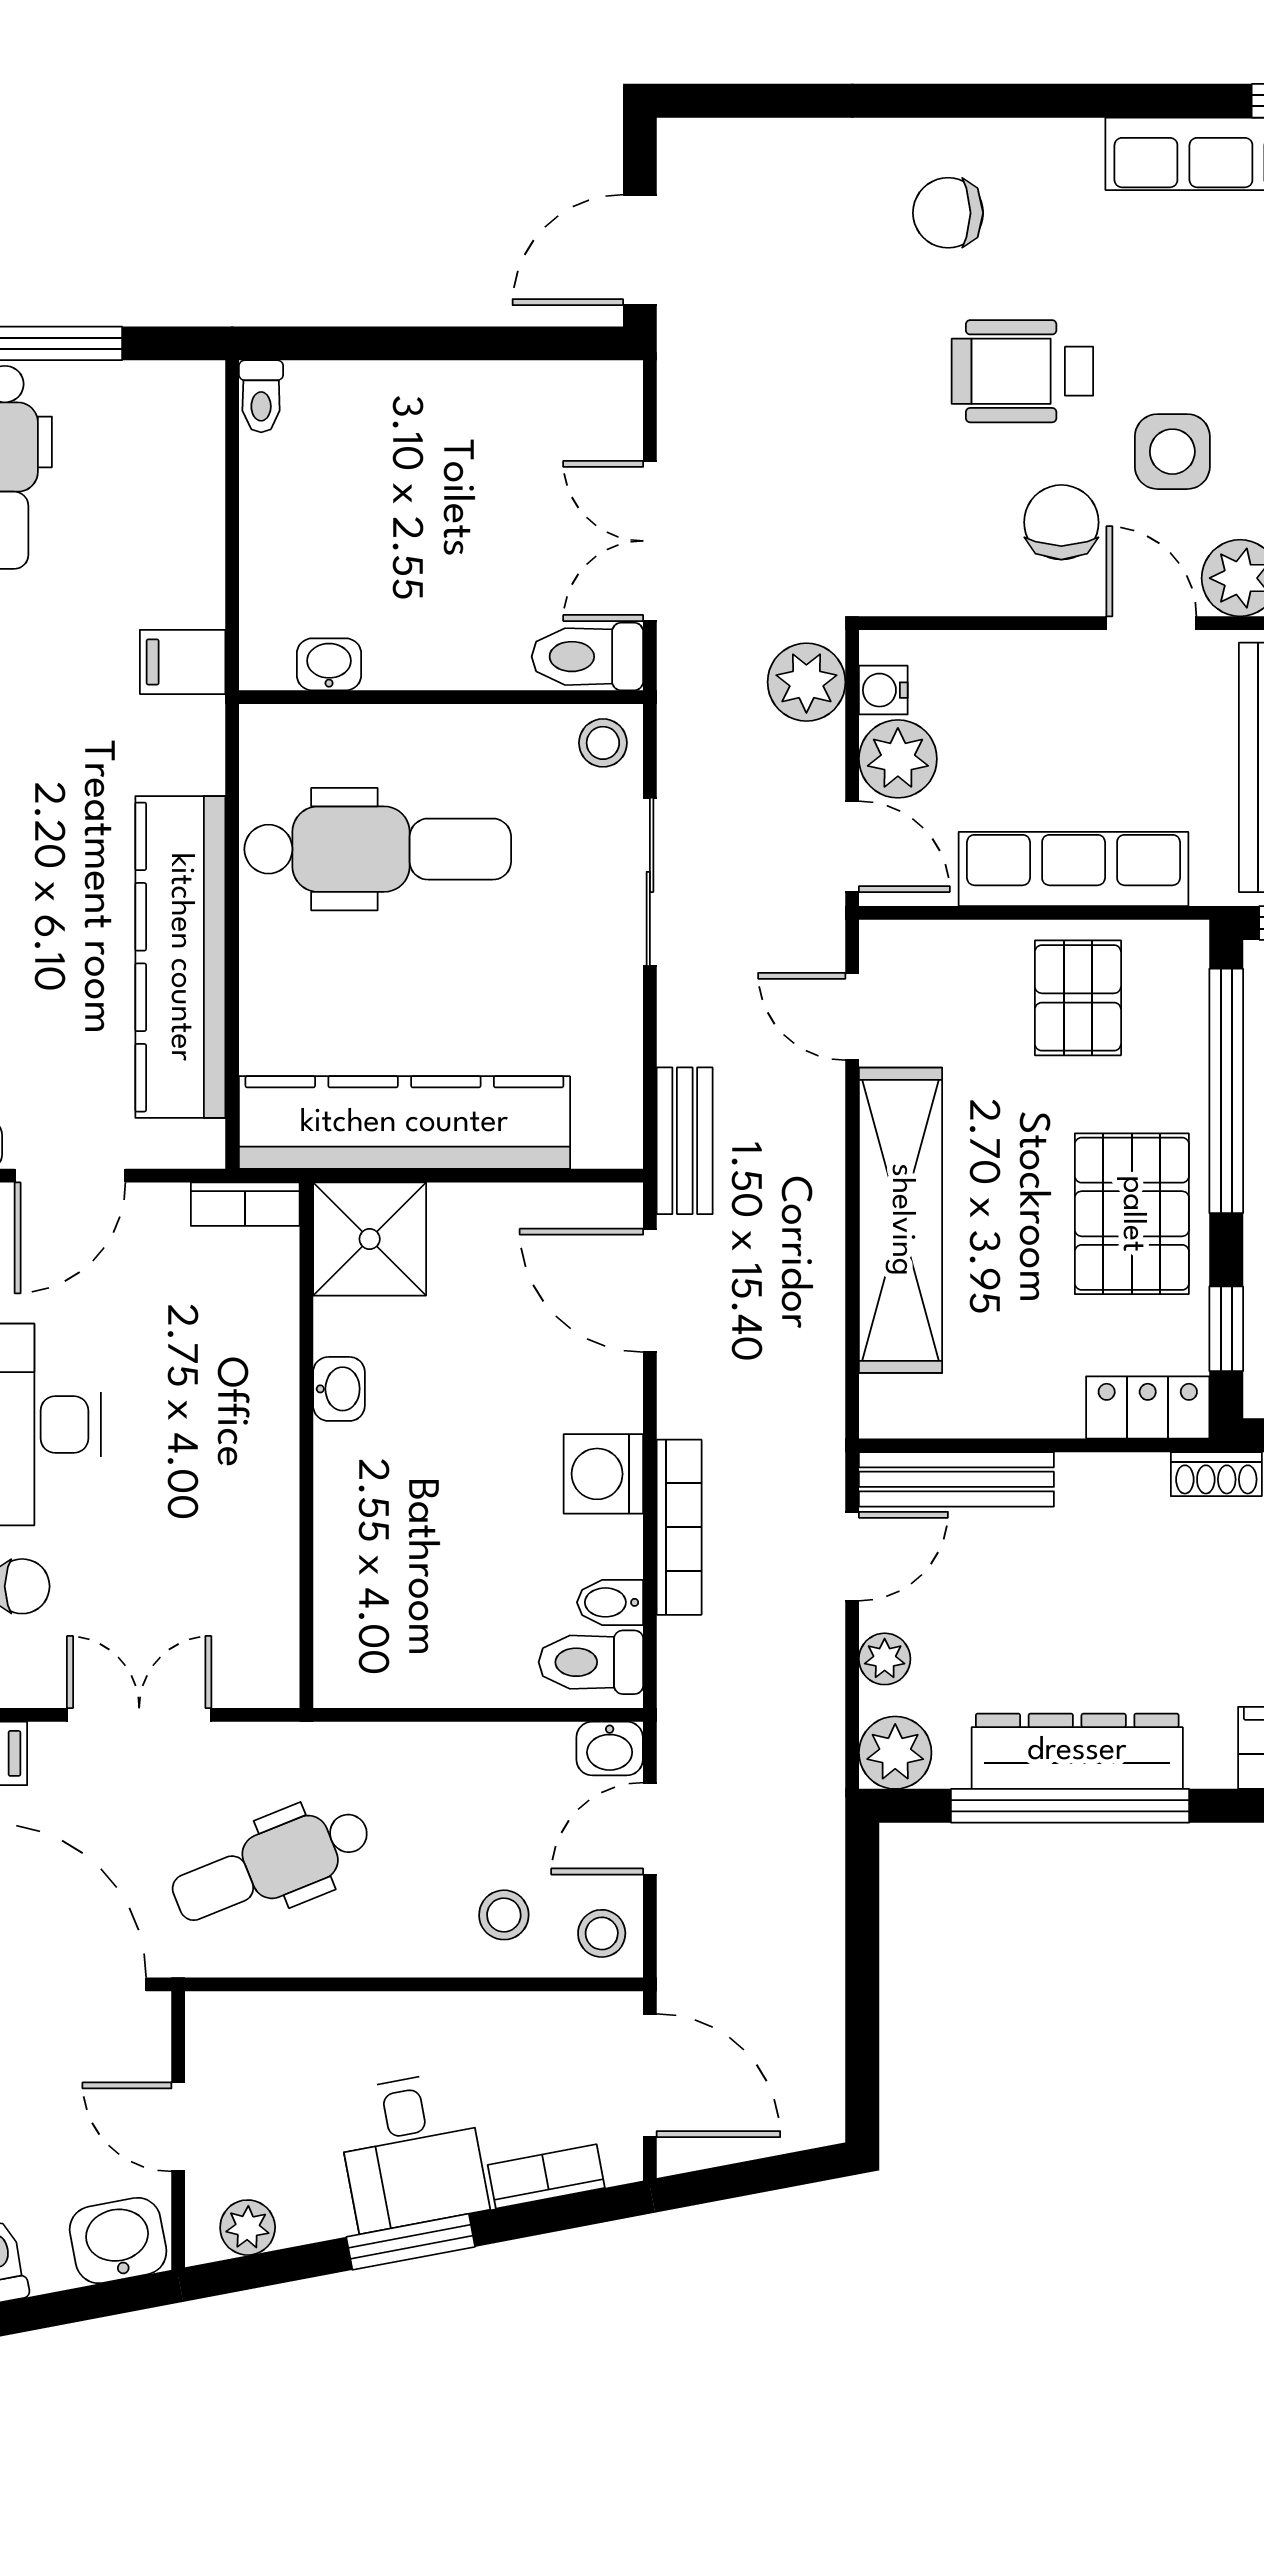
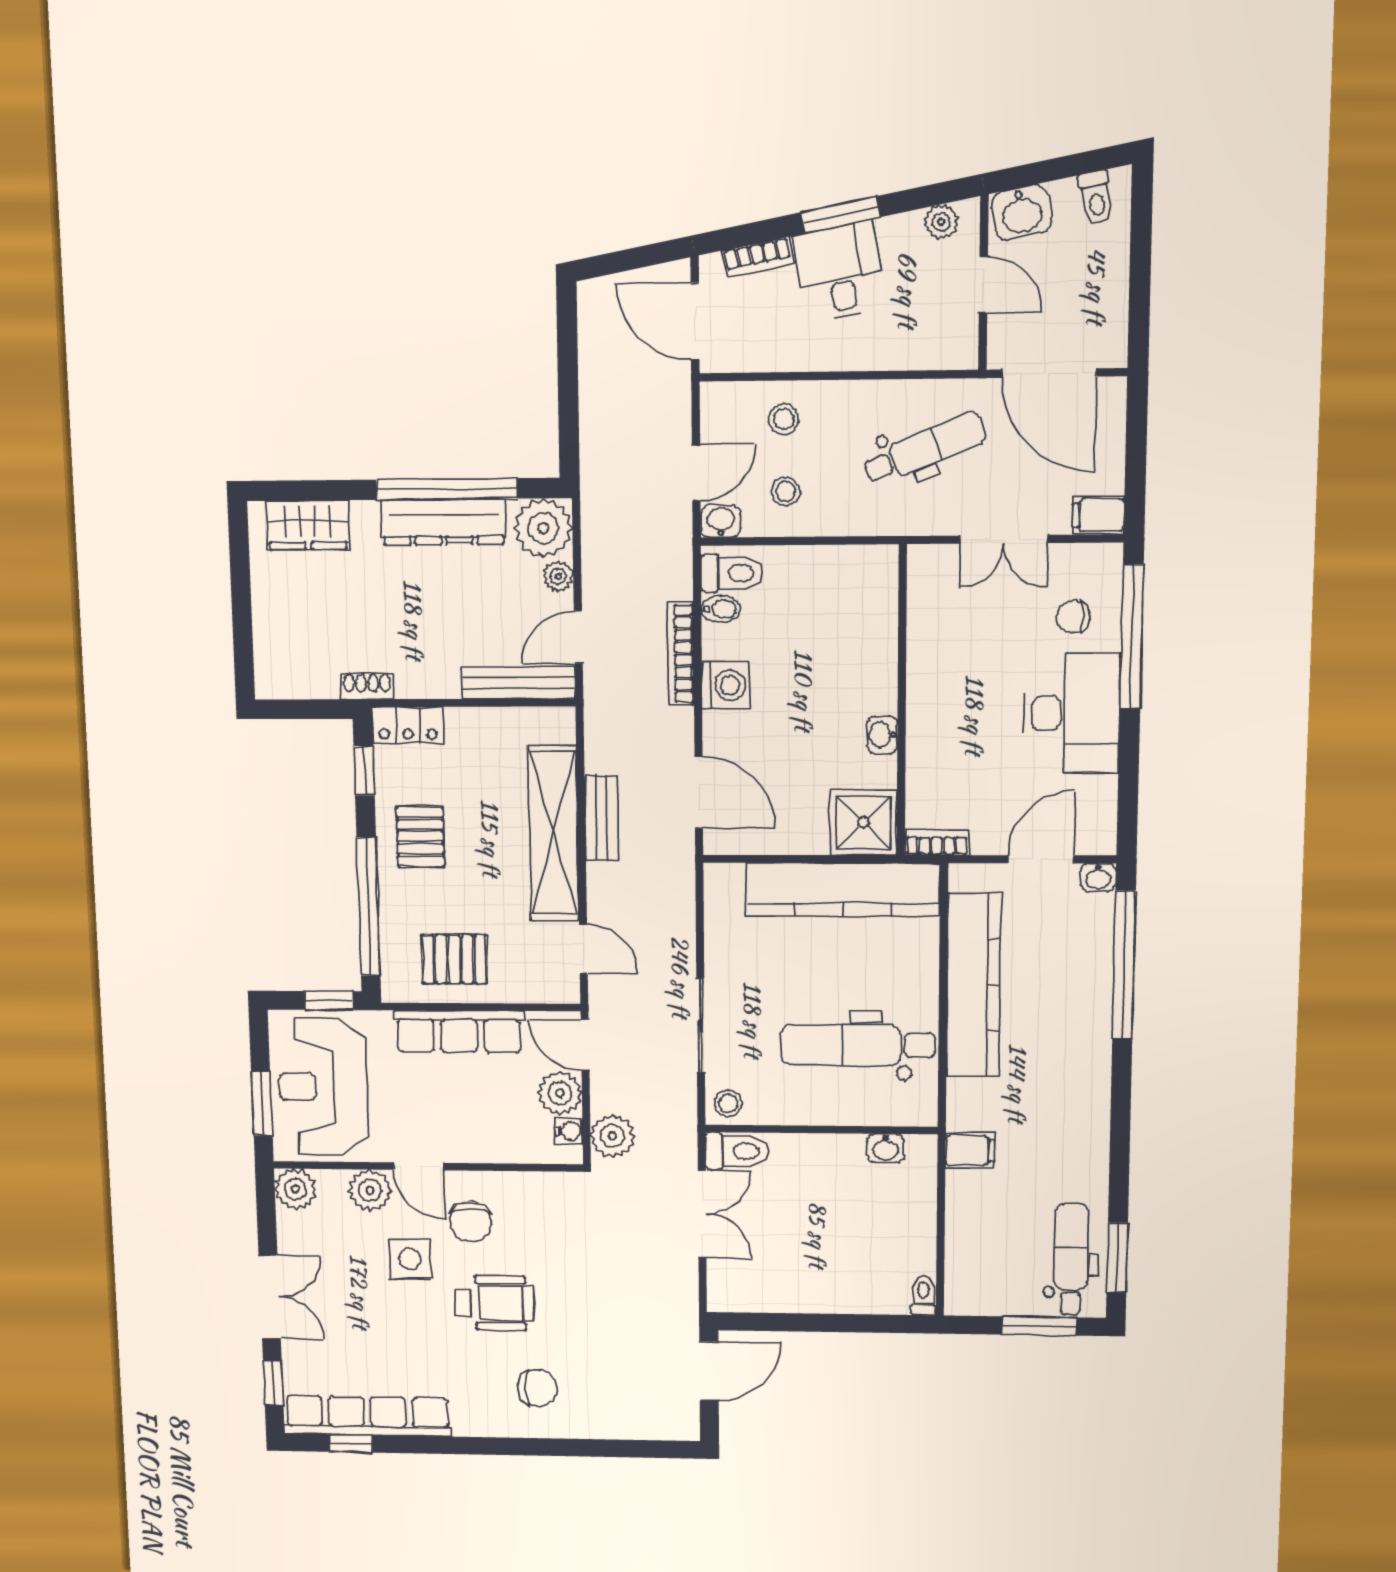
pallet: (1078, 998) -> (454, 959), turned 90
bench: (685, 1141) -> (601, 818), moved
pallet: (1132, 1214) -> (420, 837), width x0.67, depth x0.71
plant: (895, 1753) -> (543, 528), width x1.36, depth x1.36
stool: (602, 1933) -> (786, 492), moved

